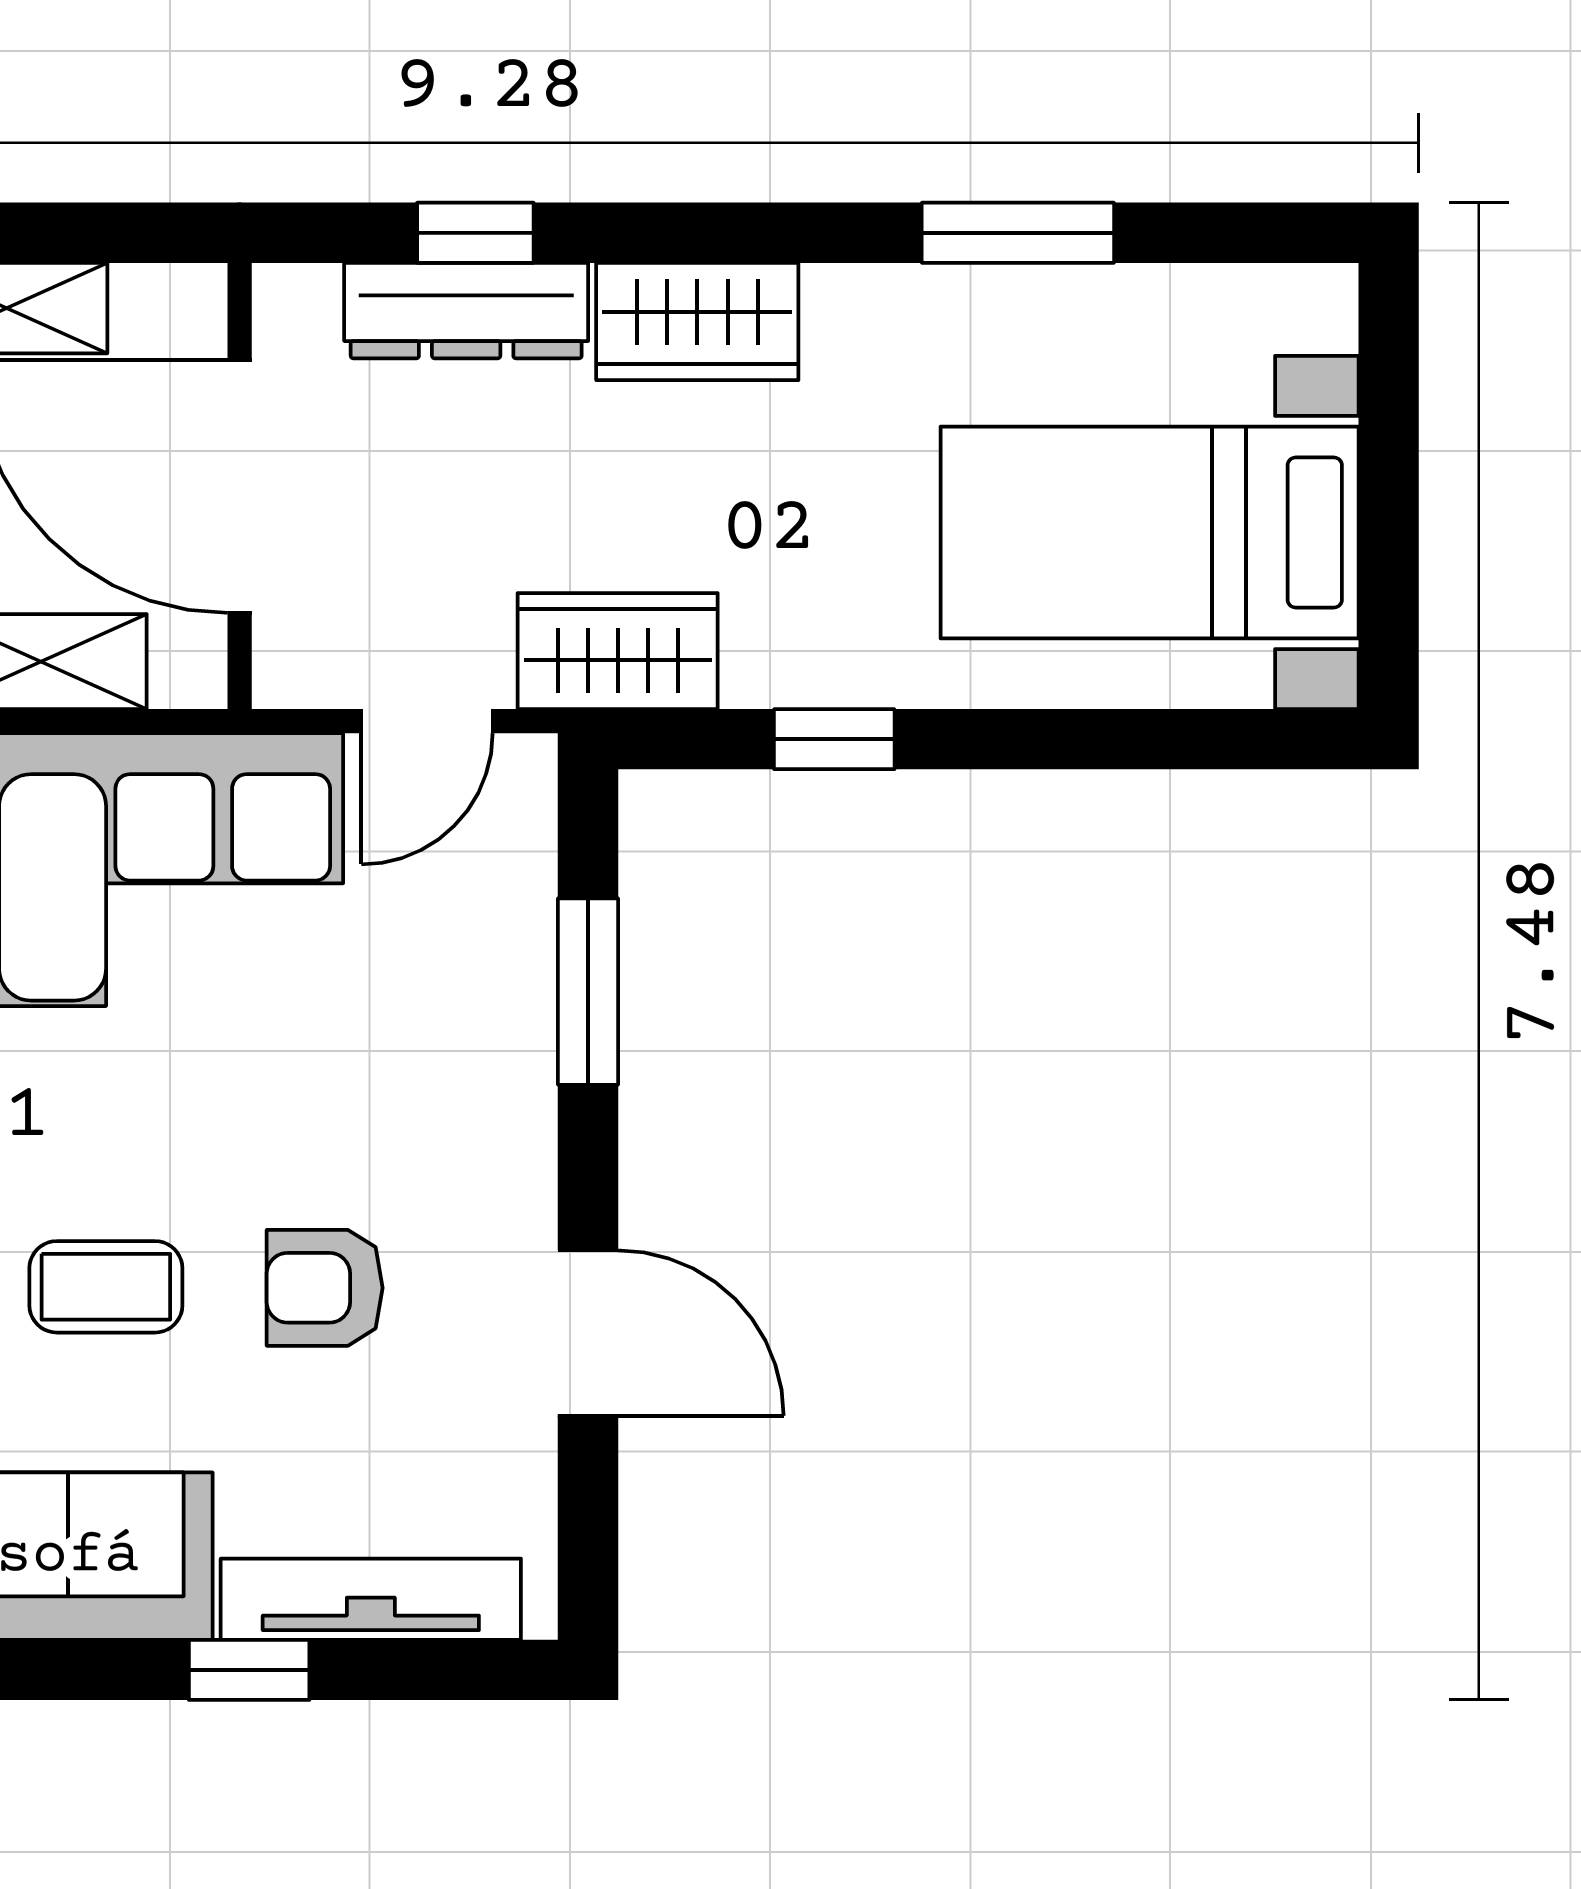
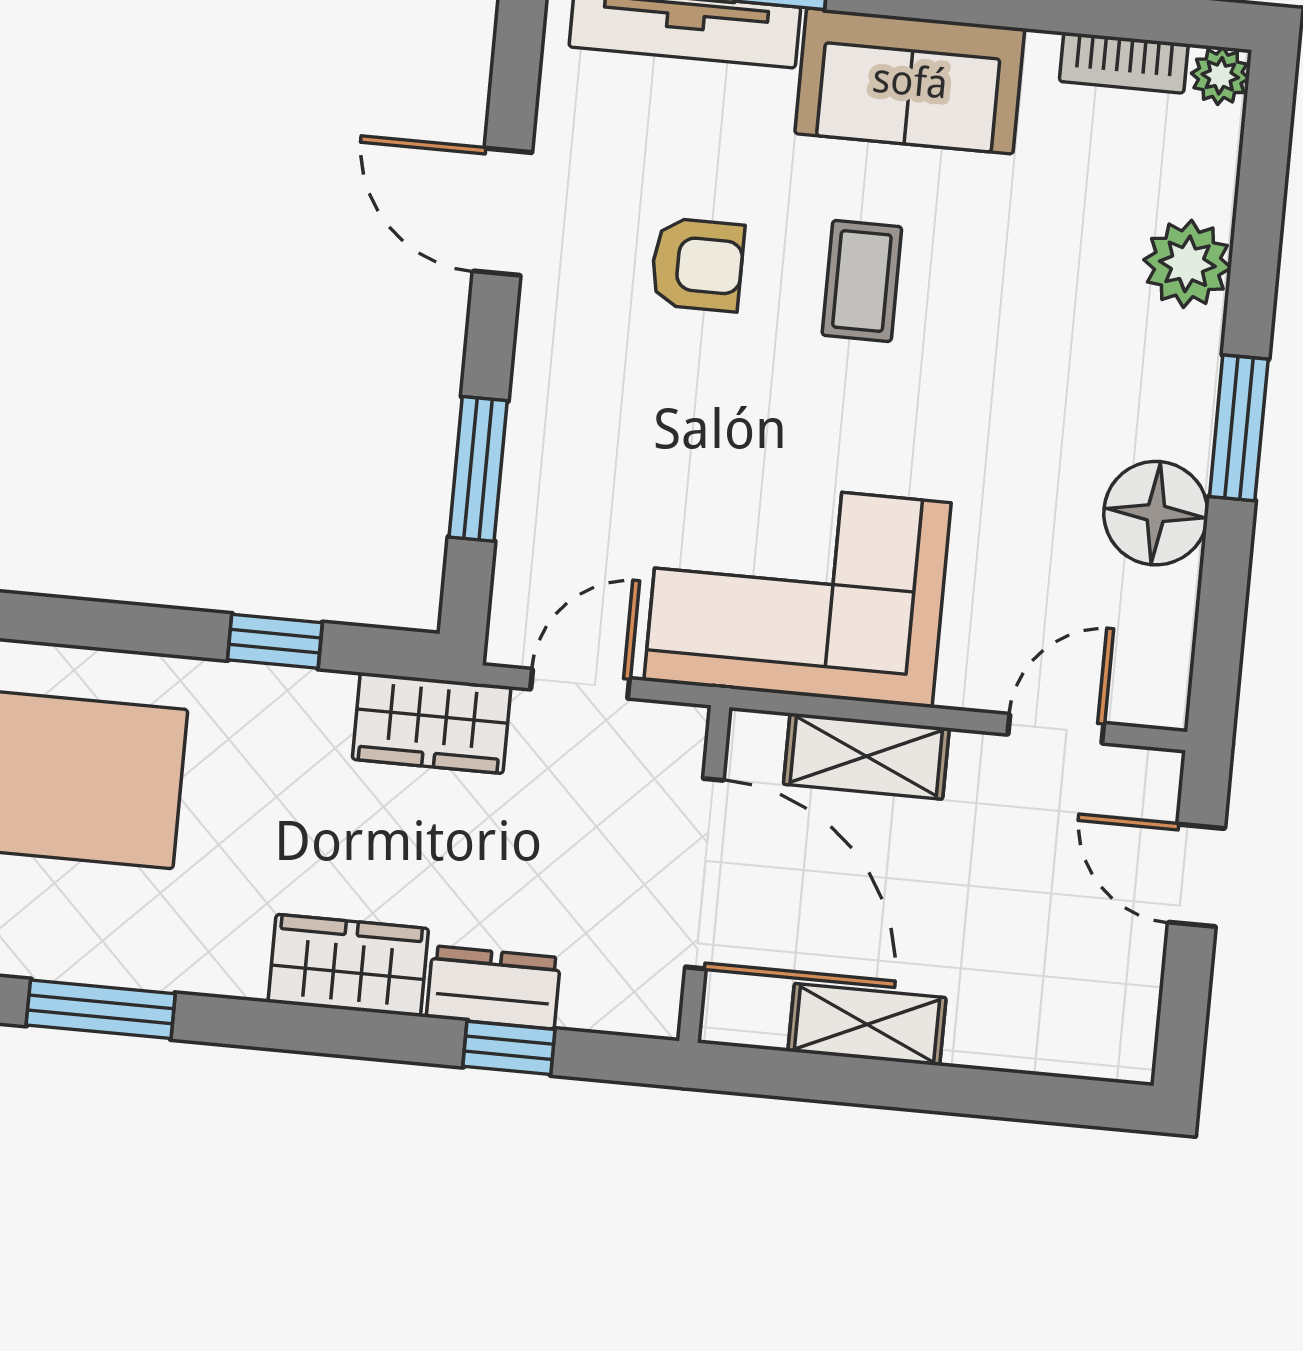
dresser: (466, 311) -> (493, 987), width x0.70
coffee table: (106, 1287) -> (862, 281), turned 90

